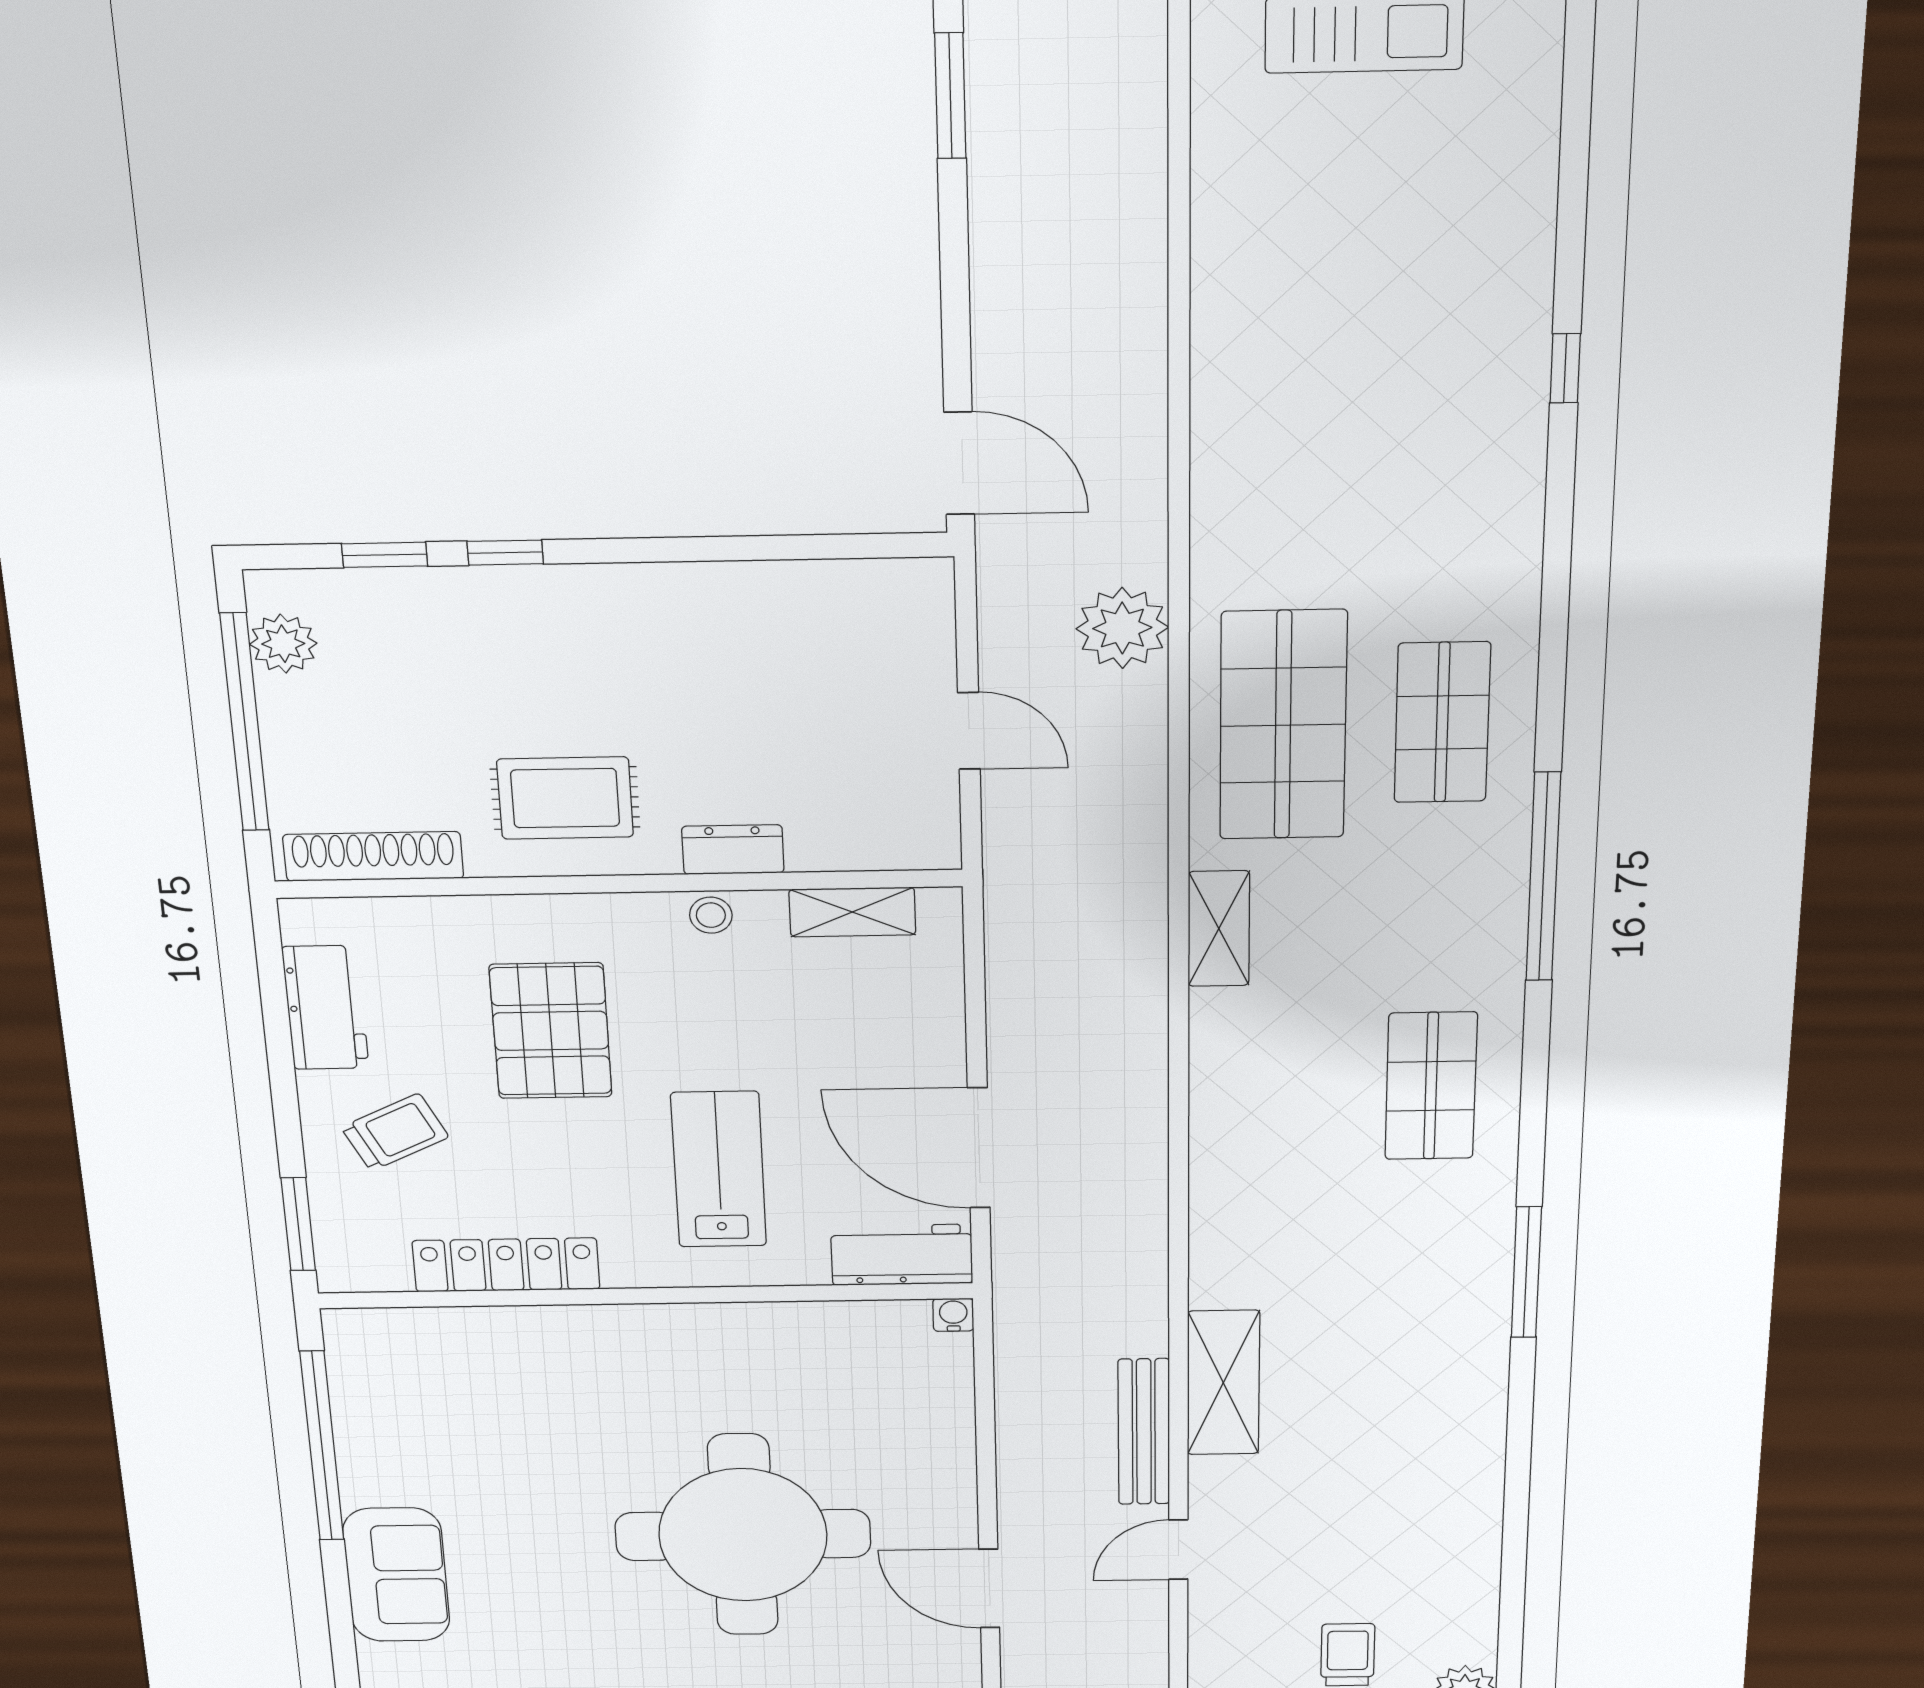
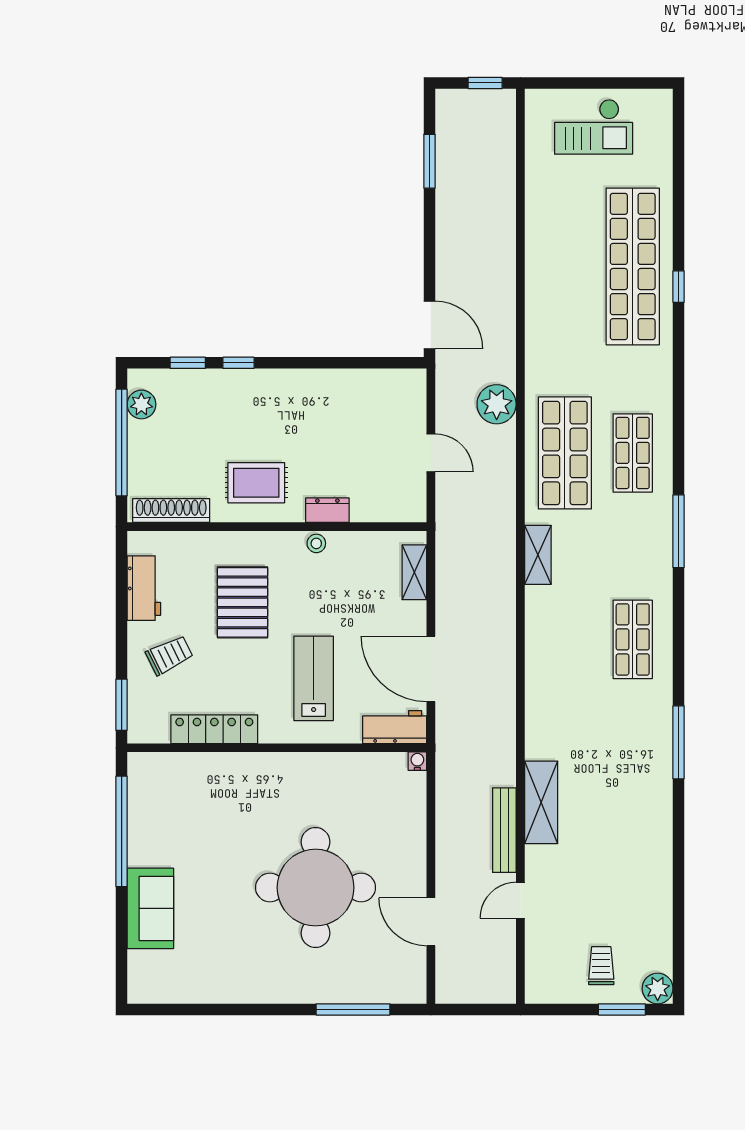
shop shelf: (1454, 326) -> (633, 266), added
window: (1543, 877) -> (679, 531), width x0.68
shelving: (852, 912) -> (414, 572), moved, turned 90

